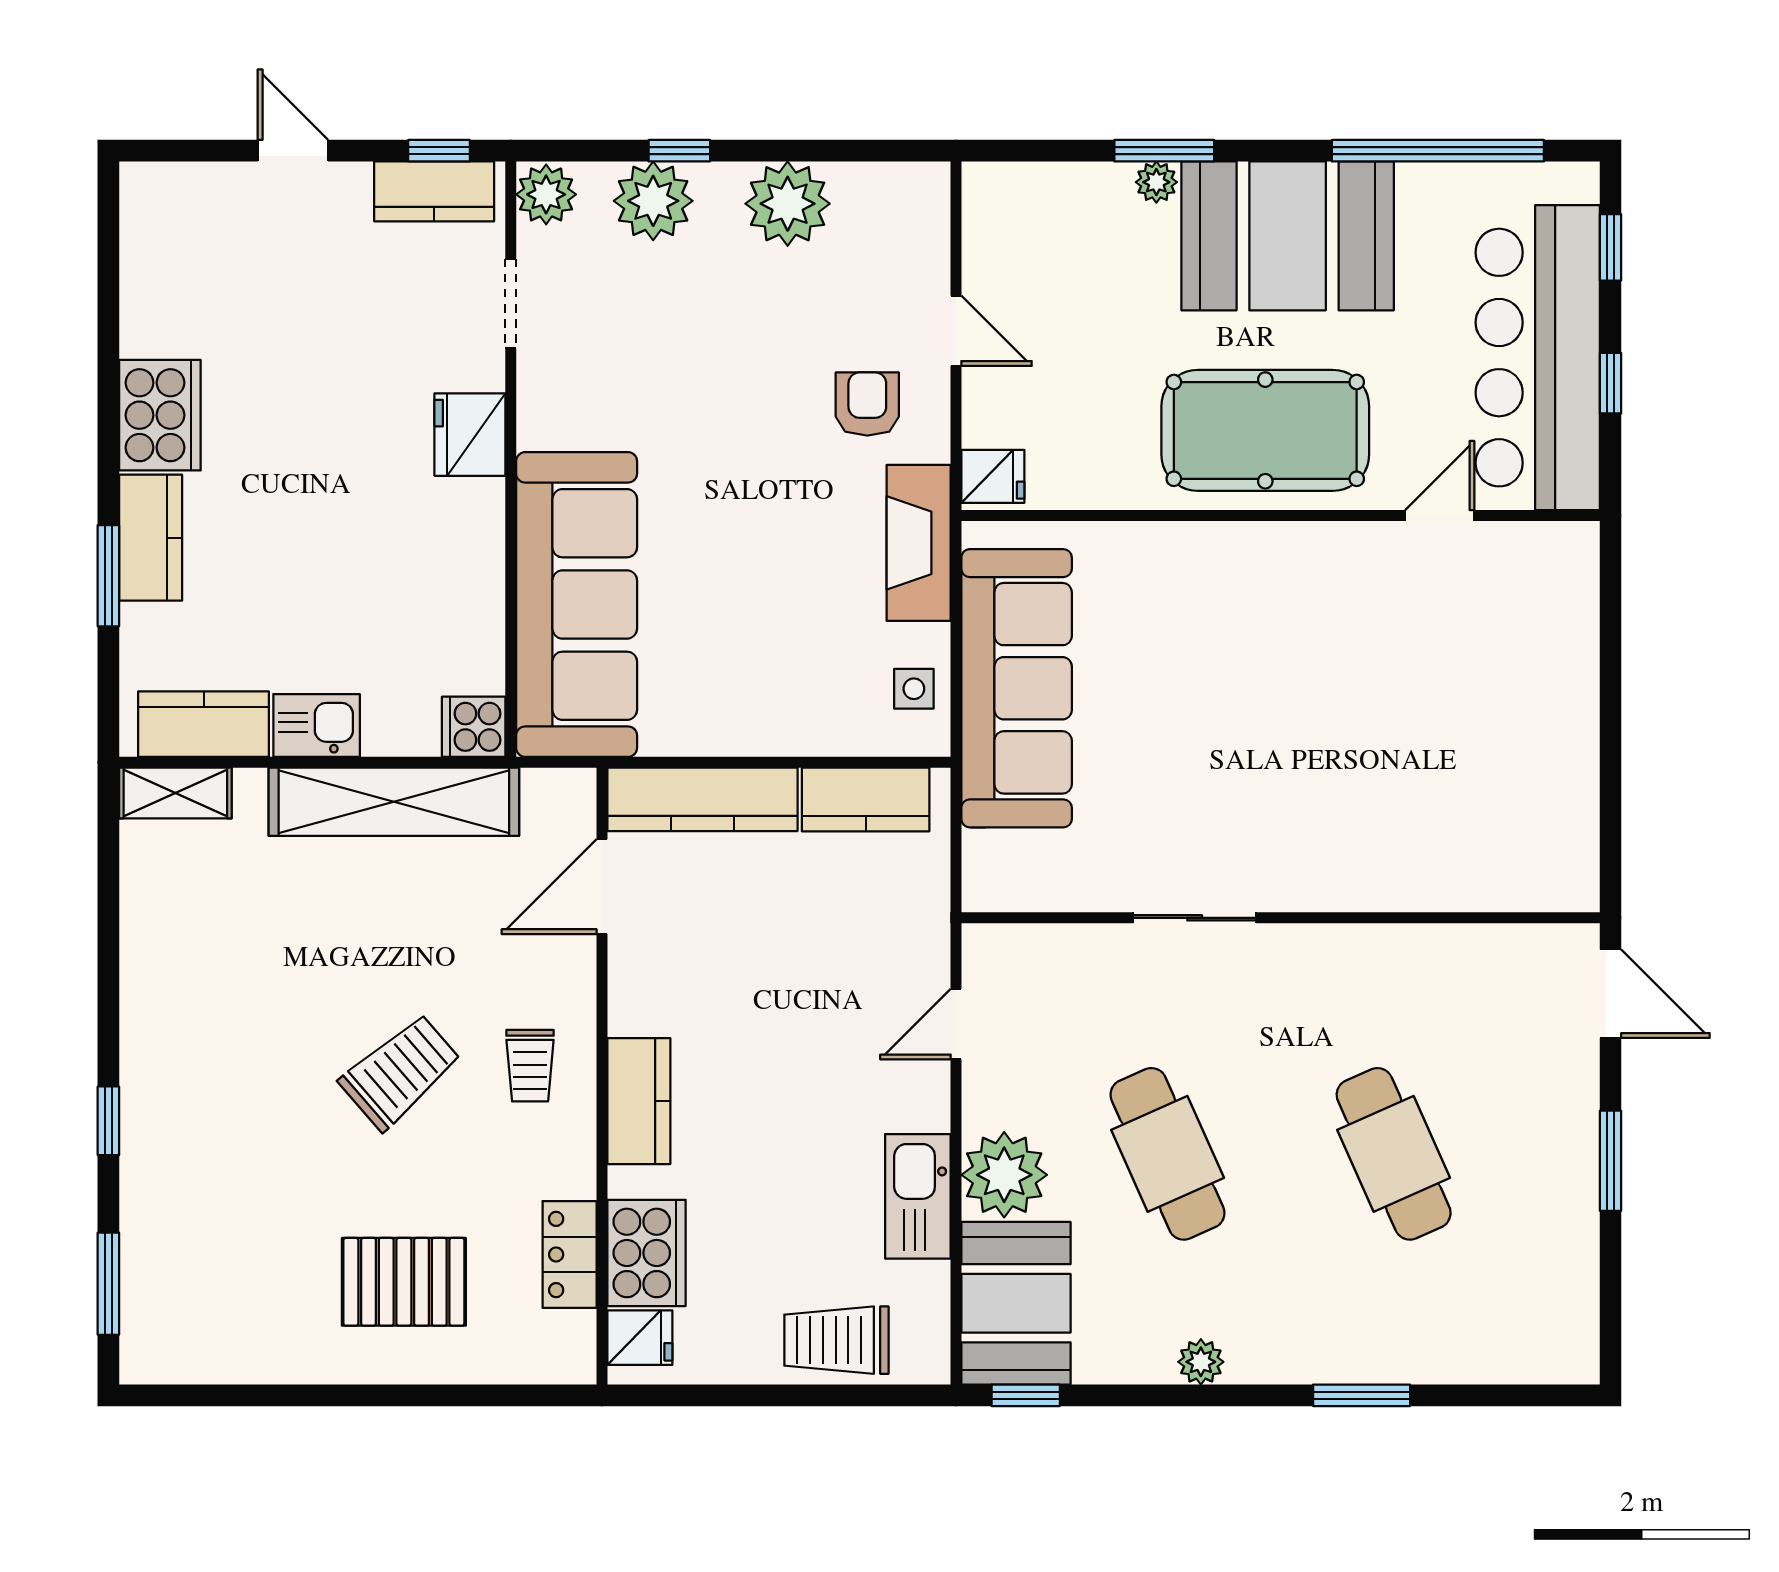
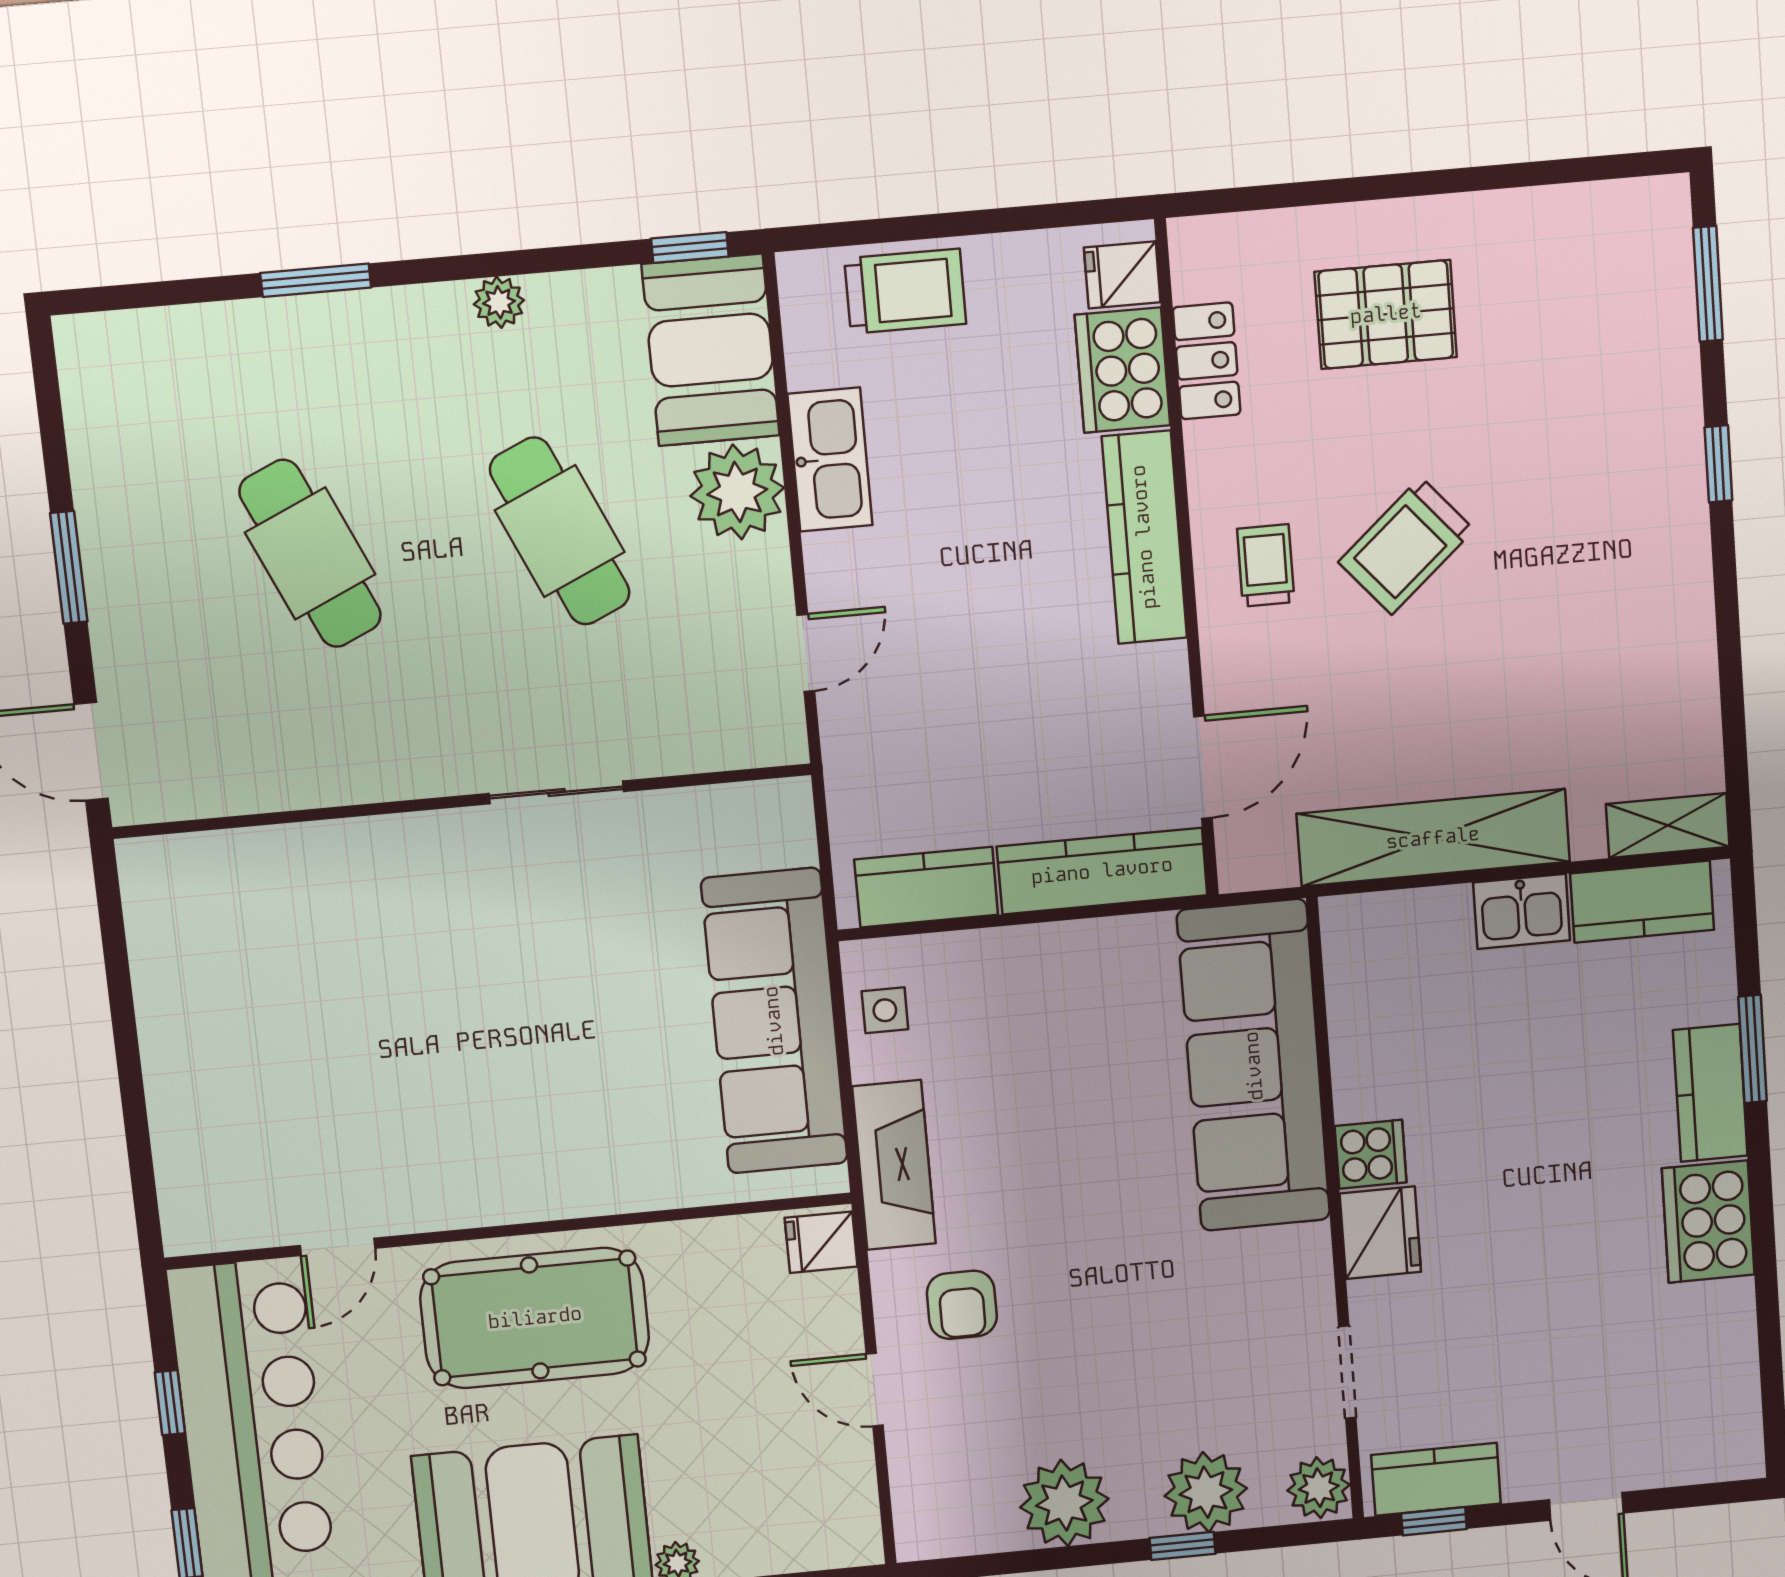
cooker: (474, 727) -> (1371, 1154), moved
kitchen counter: (639, 1101) -> (1144, 537), width x1.50

